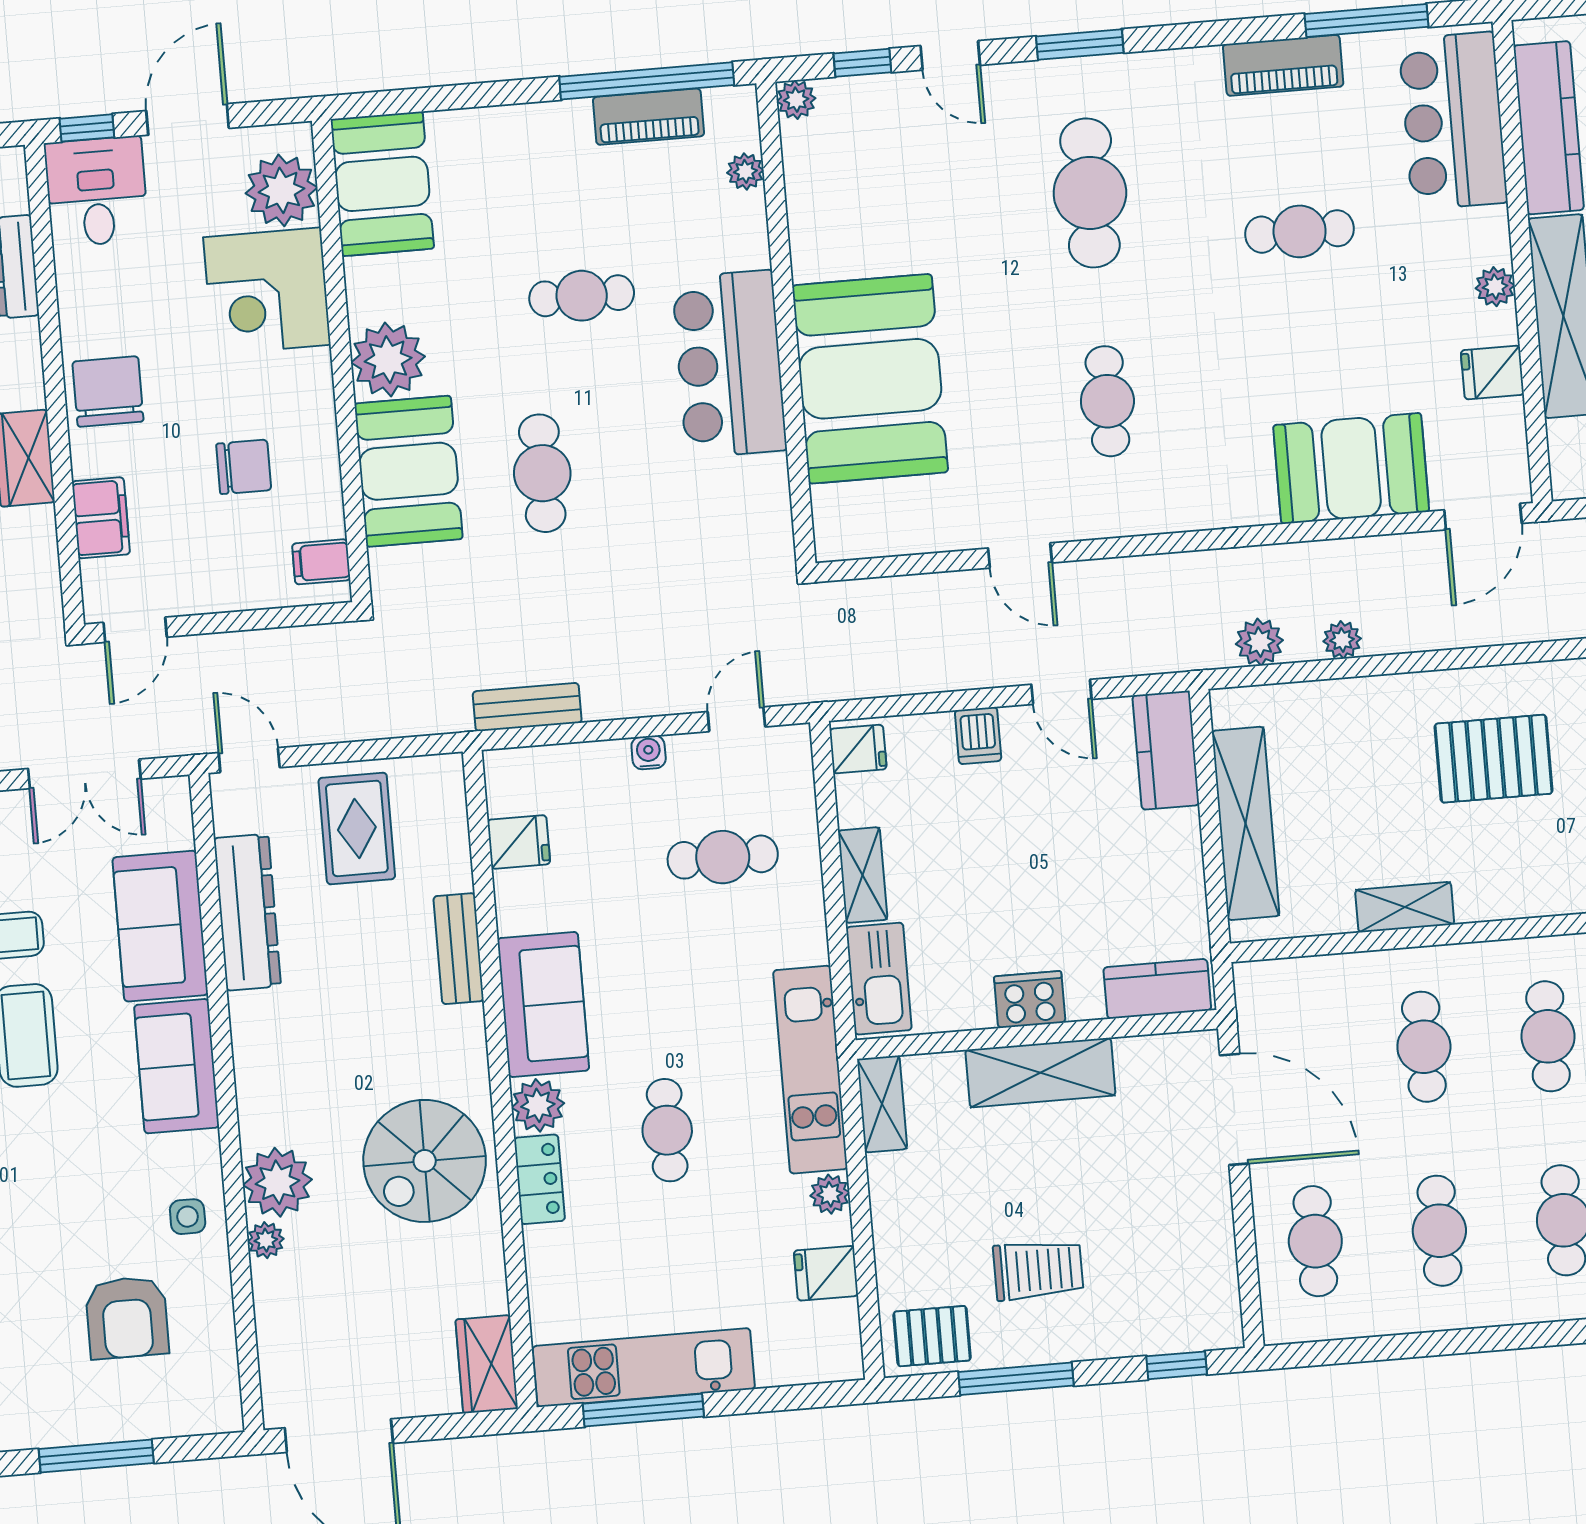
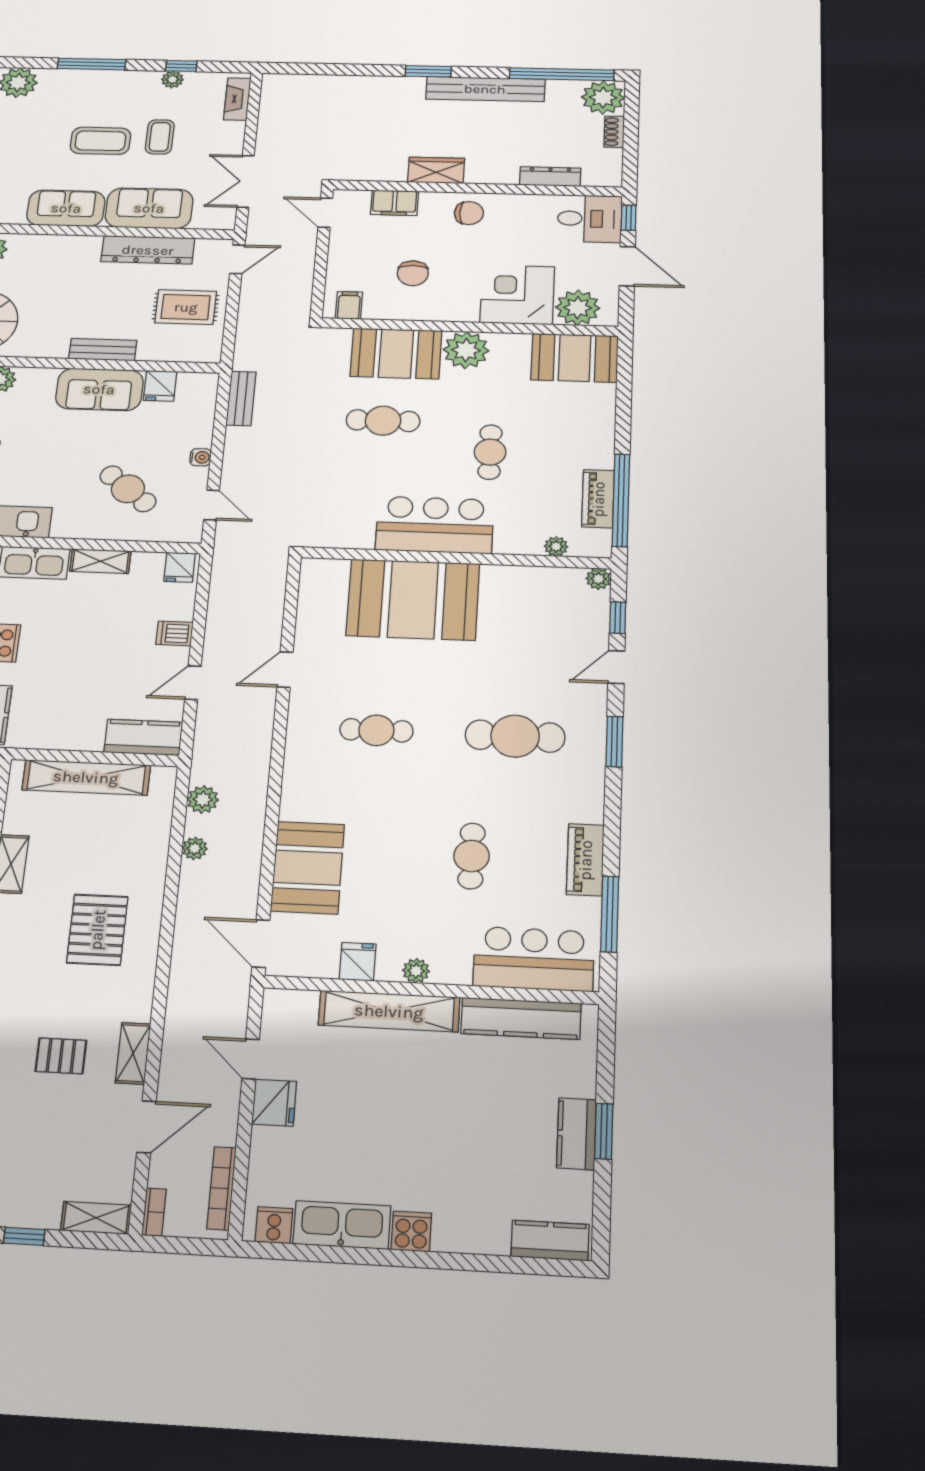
chair: (108, 391) -> (469, 213), width x0.73, depth x0.73
cafe table: (723, 857) -> (128, 489), turned -50
sofa: (543, 1004) -> (99, 389), moved

